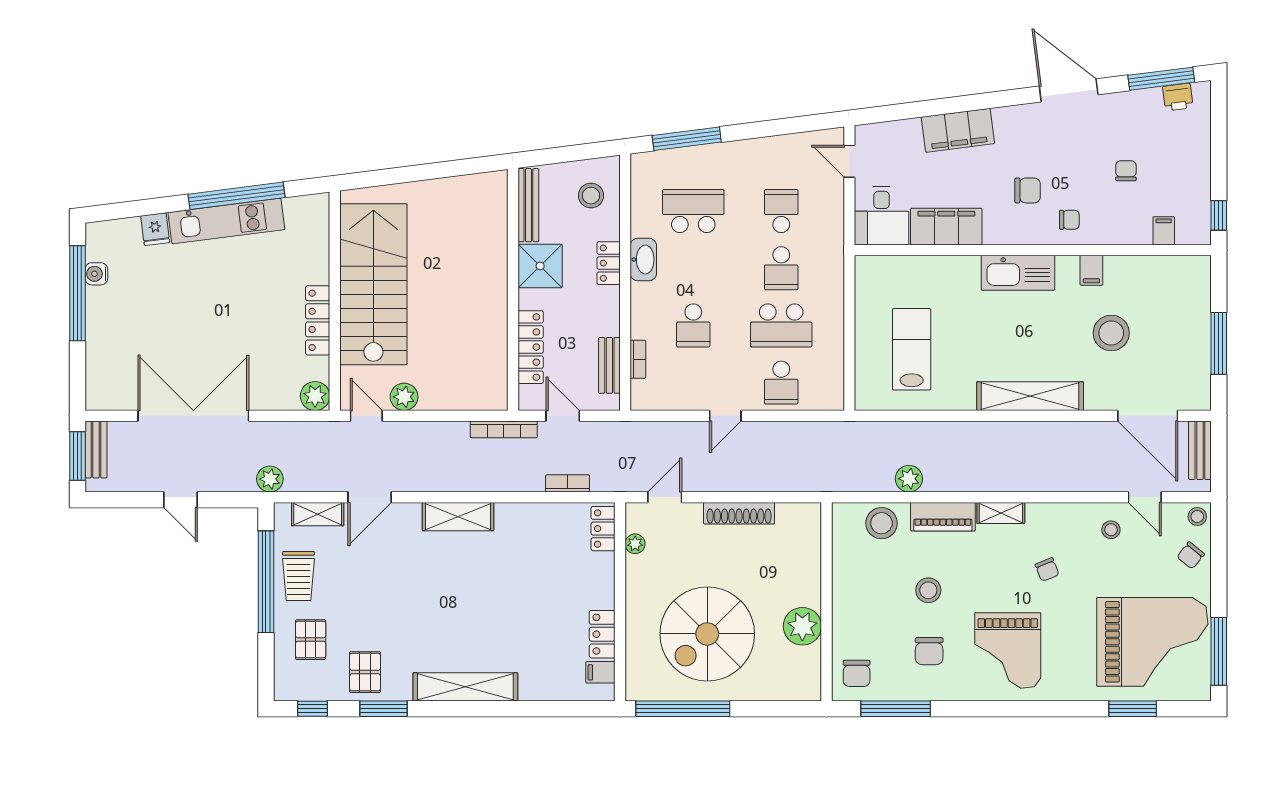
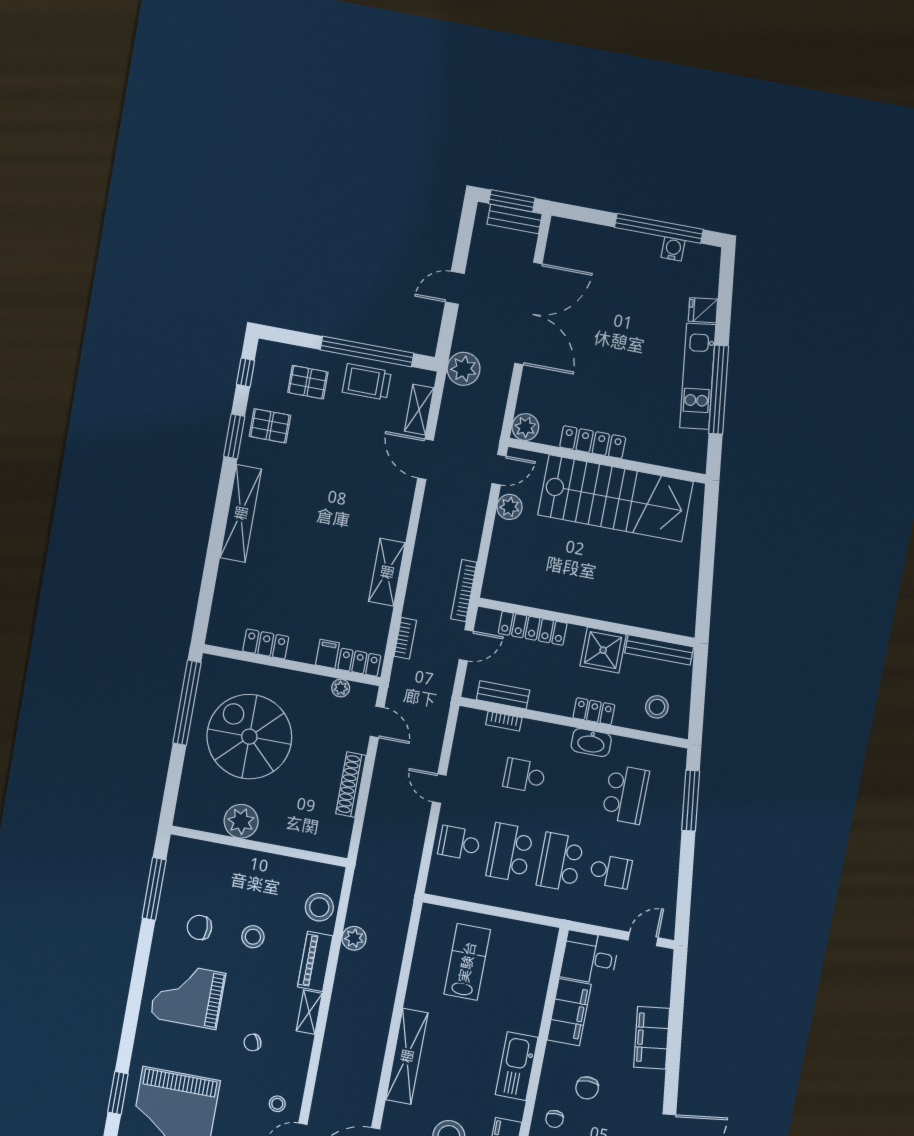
school desk: (781, 268) -> (560, 862), width x1.85
lab bench: (912, 349) -> (467, 962), turned -90
plant: (270, 479) -> (464, 369), width x1.36, depth x1.36
shelving: (458, 517) -> (387, 572), moved
filing cabinet: (600, 672) -> (327, 654), moved
chair: (857, 673) -> (191, 861), removed

